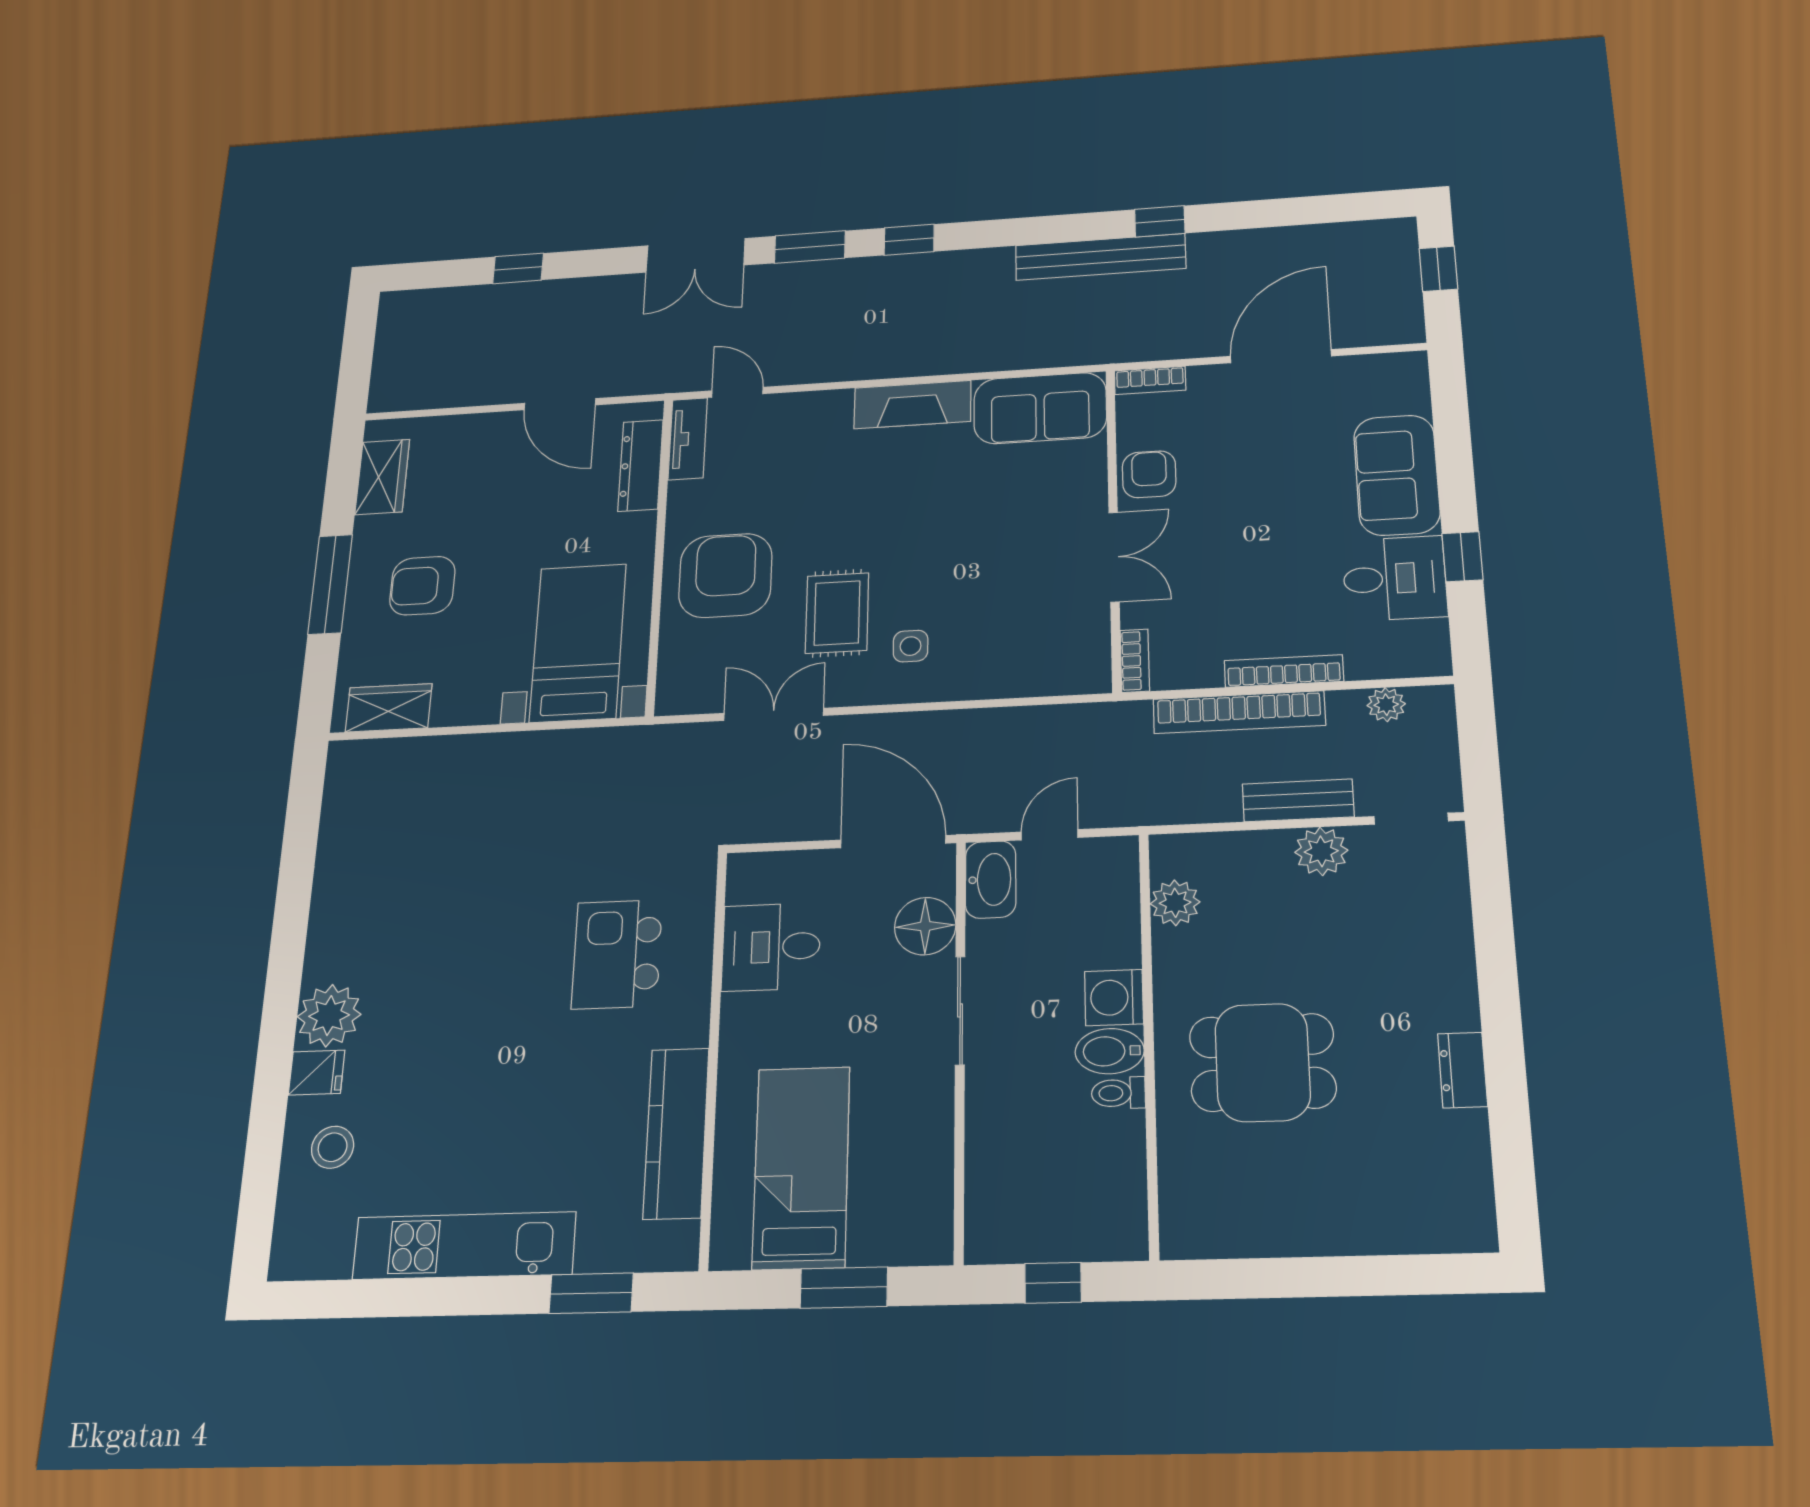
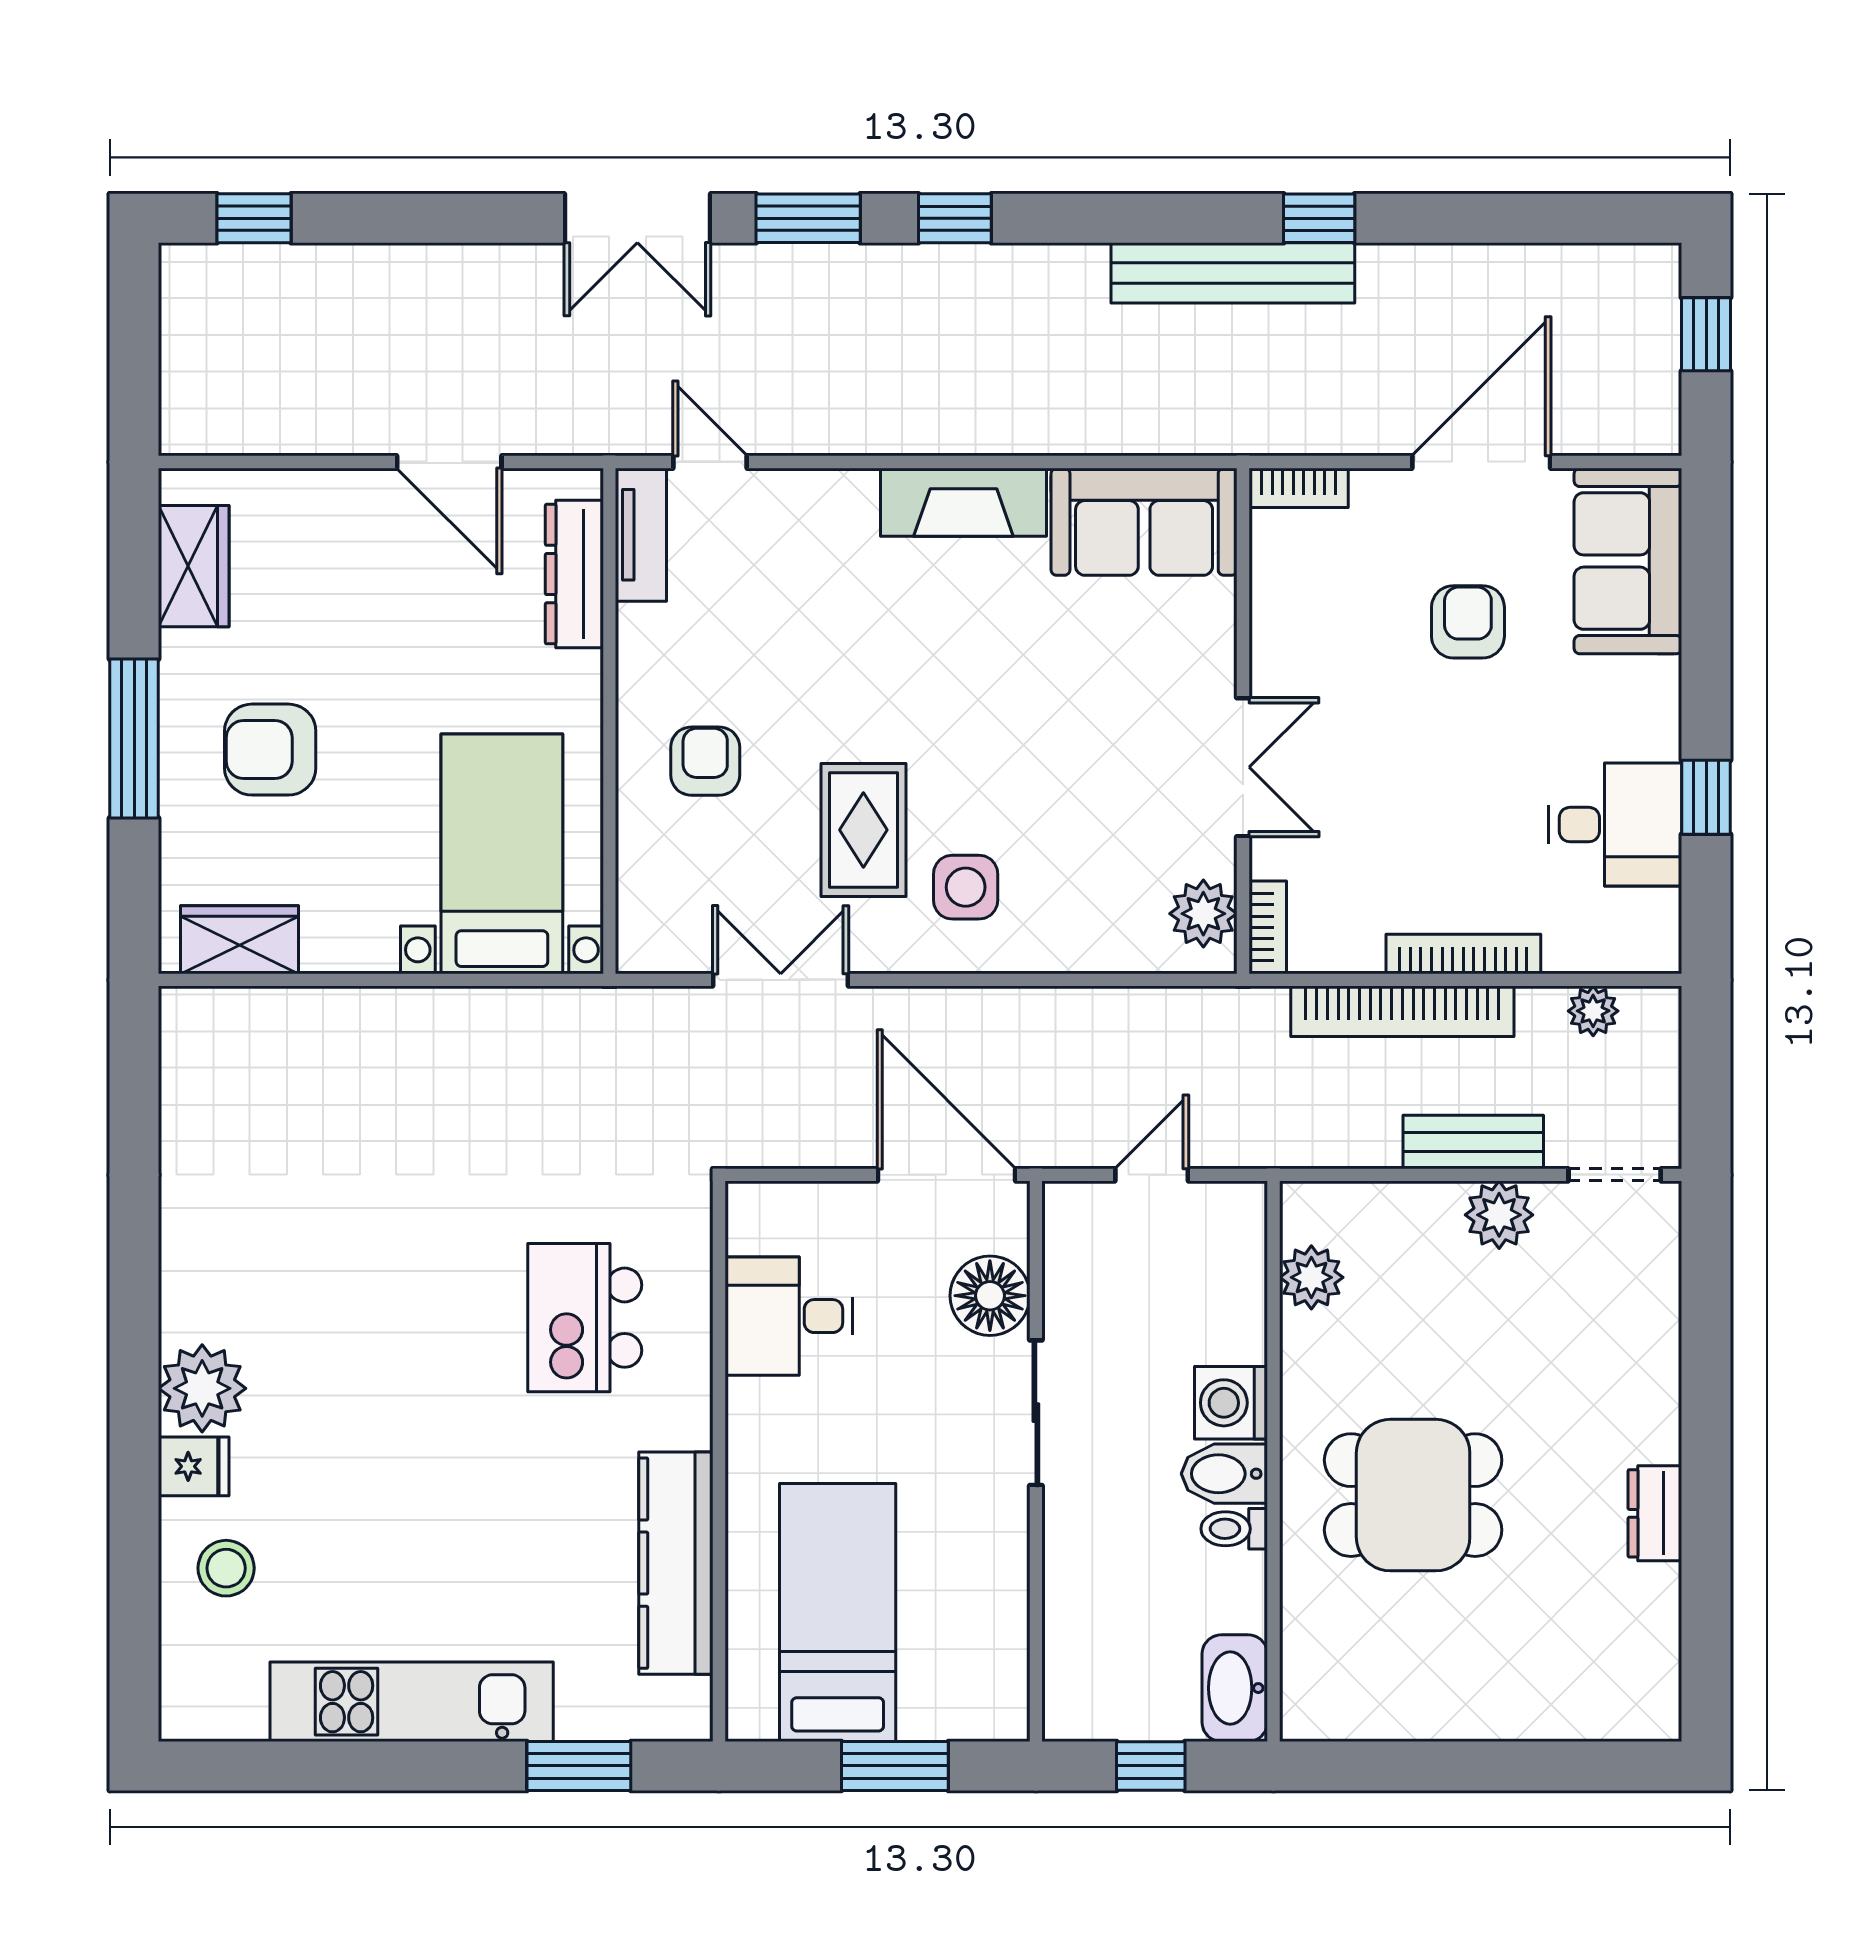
window: (518, 268) -> (254, 218), moved
armchair: (1149, 474) -> (1468, 622), moved
sofa: (1397, 475) -> (1628, 561), moved
armchair: (725, 575) -> (705, 761), width x0.53, depth x0.53
side table: (911, 646) -> (966, 887), width x1.37, depth x1.37
plant: (1086, 654) -> (1203, 914), added
washbasin: (991, 879) -> (1235, 1688), moved, turned 180

